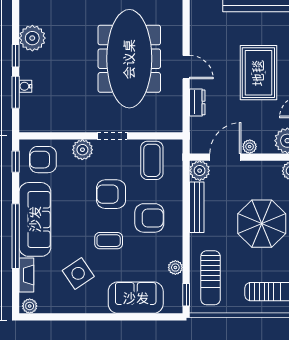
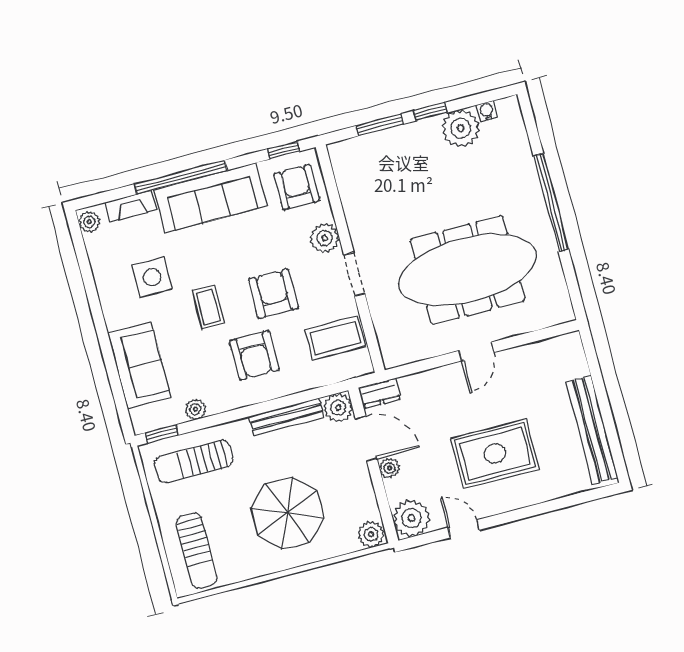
water cooler: (25, 86) -> (487, 111), moved
dresser: (197, 102) -> (380, 393), moved
side table: (78, 273) -> (152, 277), turned 34

